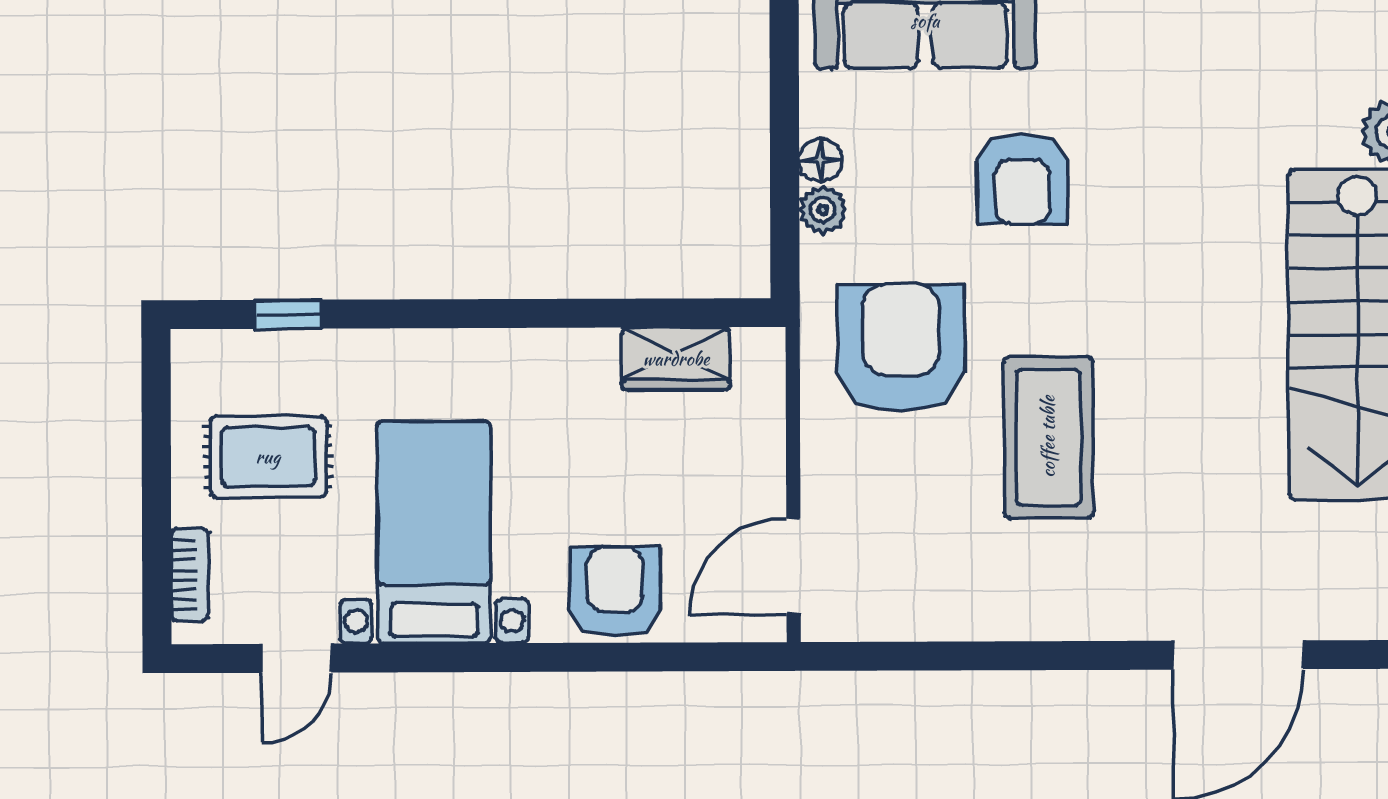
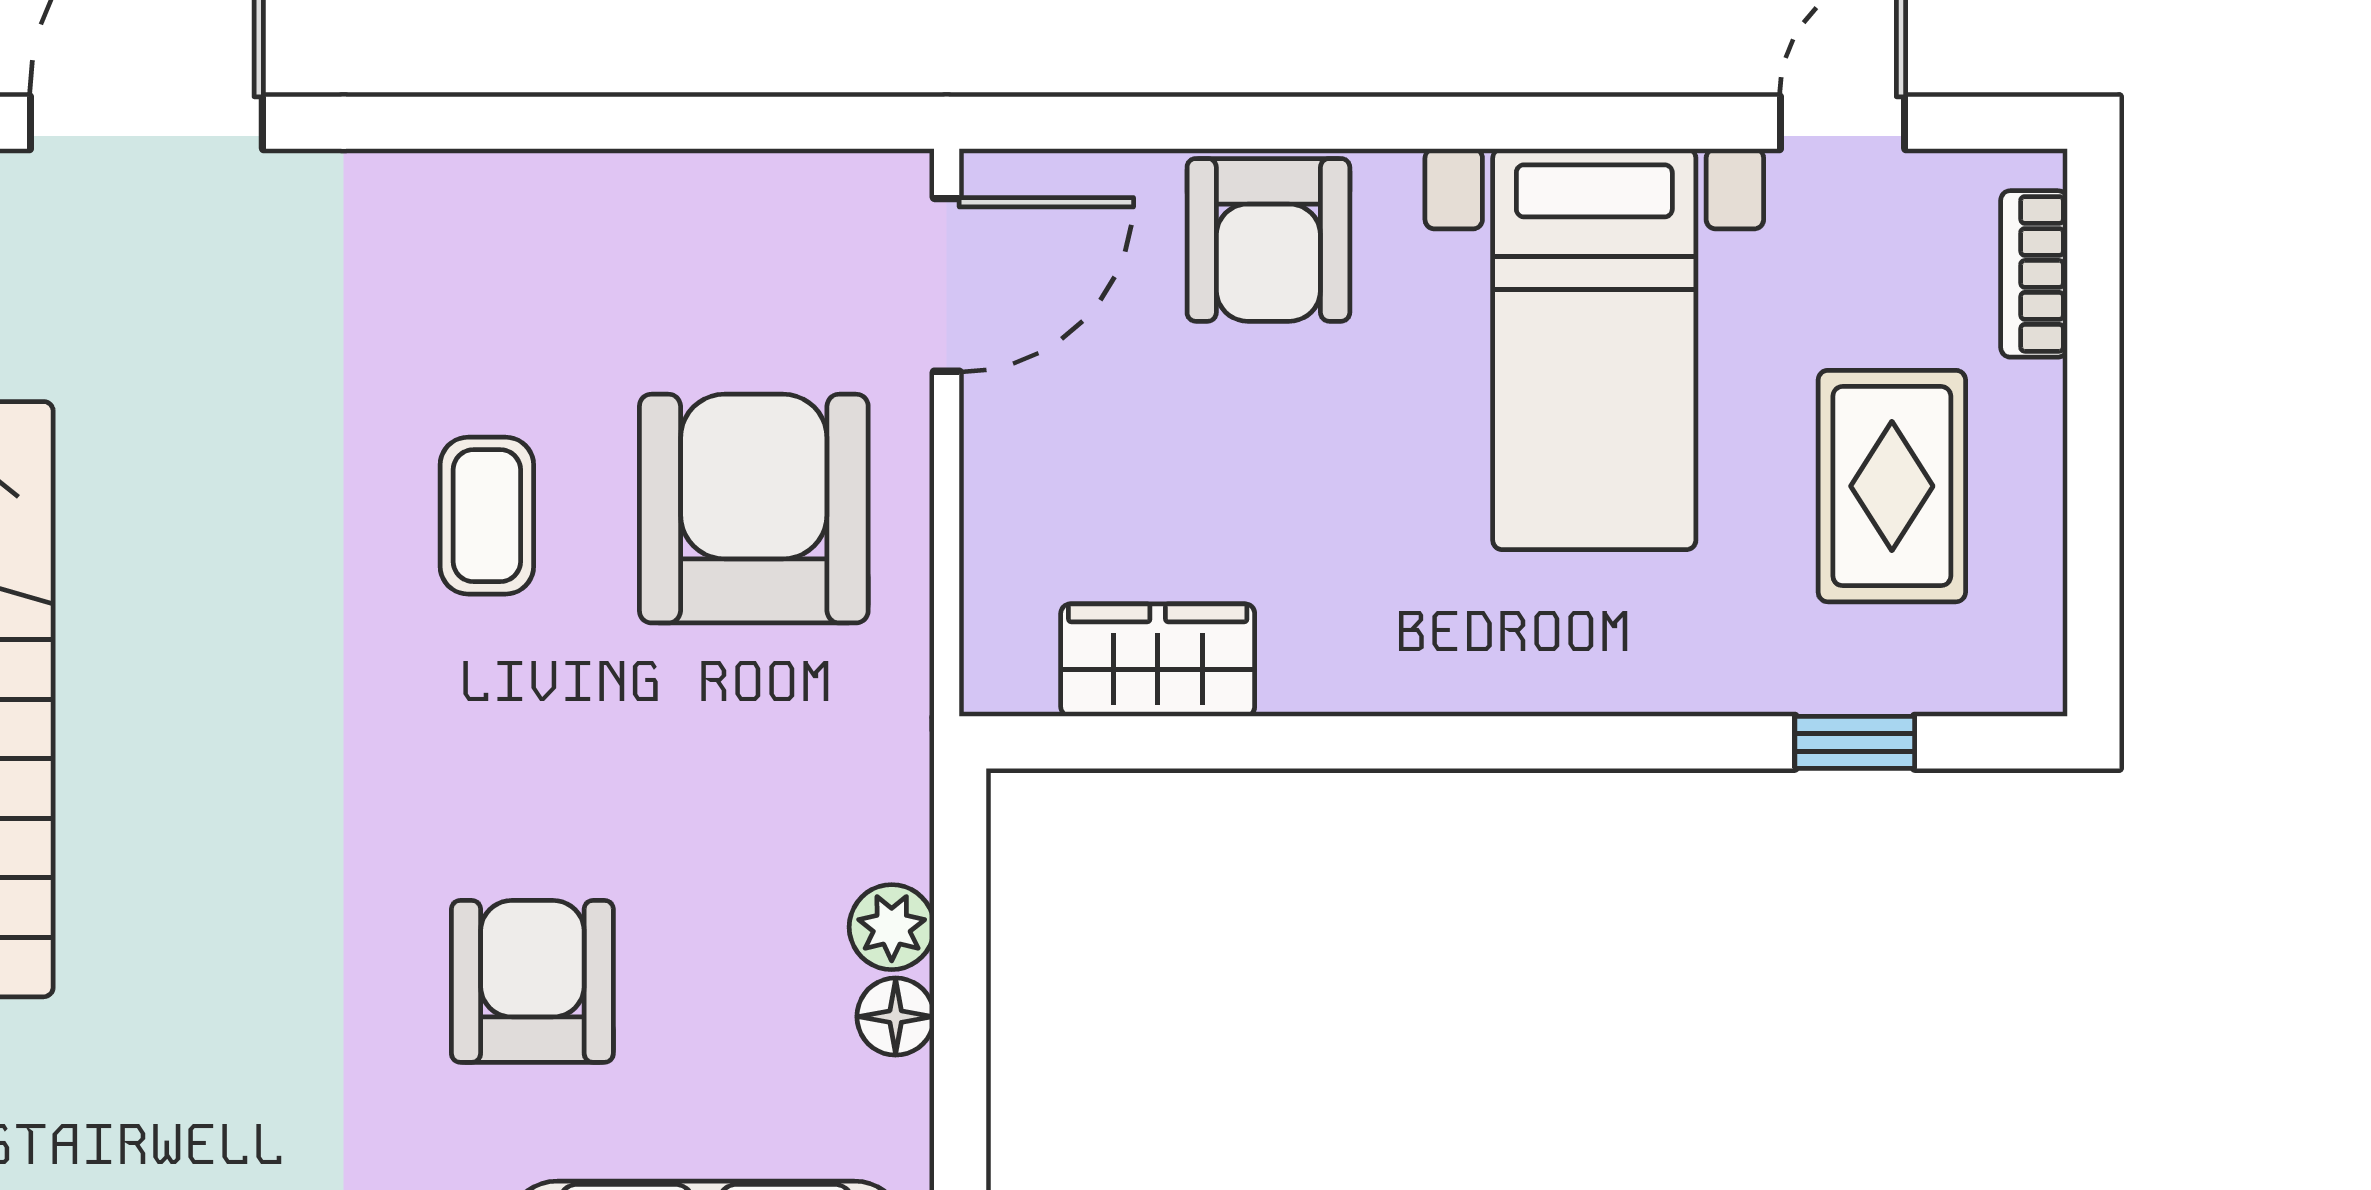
armchair: (901, 348) -> (754, 509), moved, turned 180
coffee table: (1048, 437) -> (487, 516), width x0.54, depth x0.58
rug: (268, 457) -> (1892, 486), turned 90

